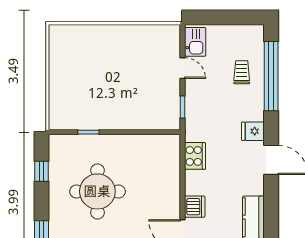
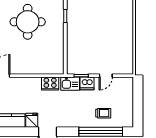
kitchen sink: (195, 42) -> (70, 84), moved
fridge: (253, 131) -> (32, 120), moved
dishwasher: (195, 207) -> (87, 83), moved

